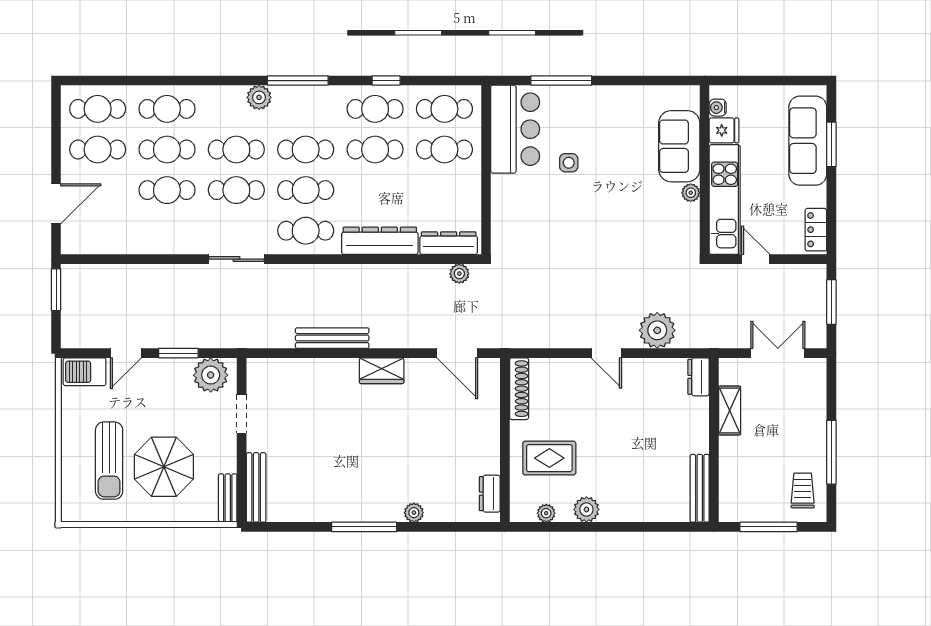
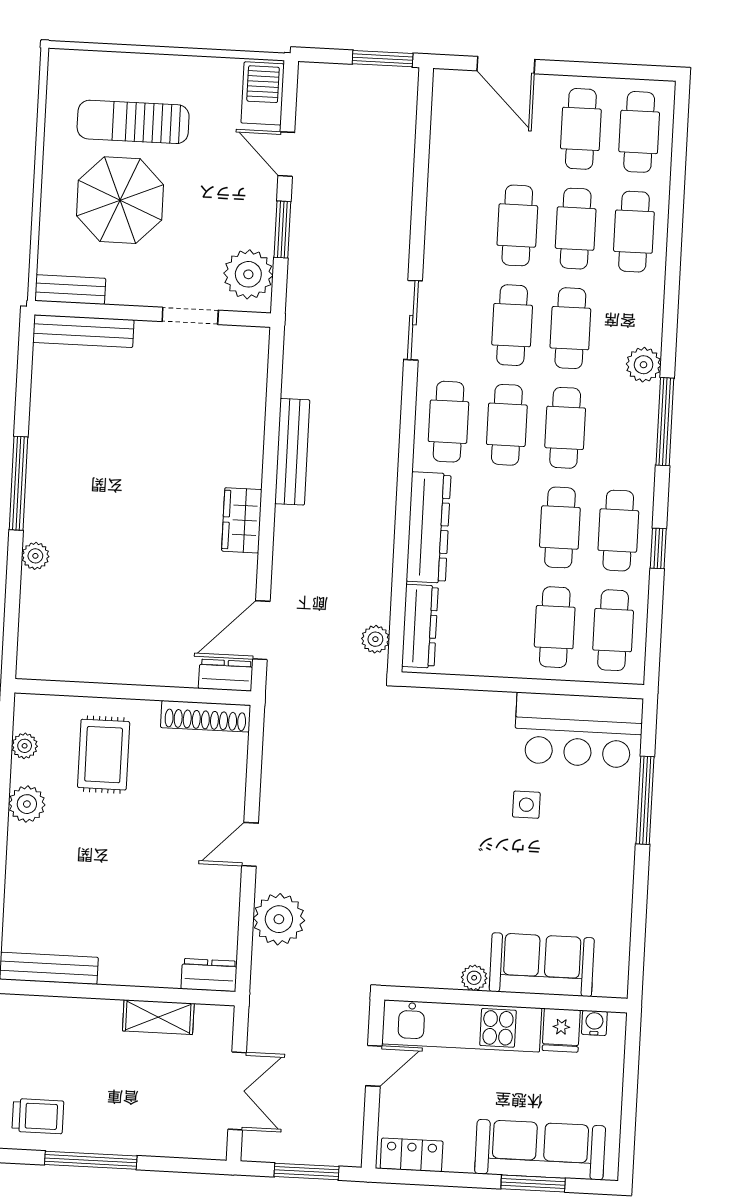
dresser: (490, 494) -> (226, 675), moved

